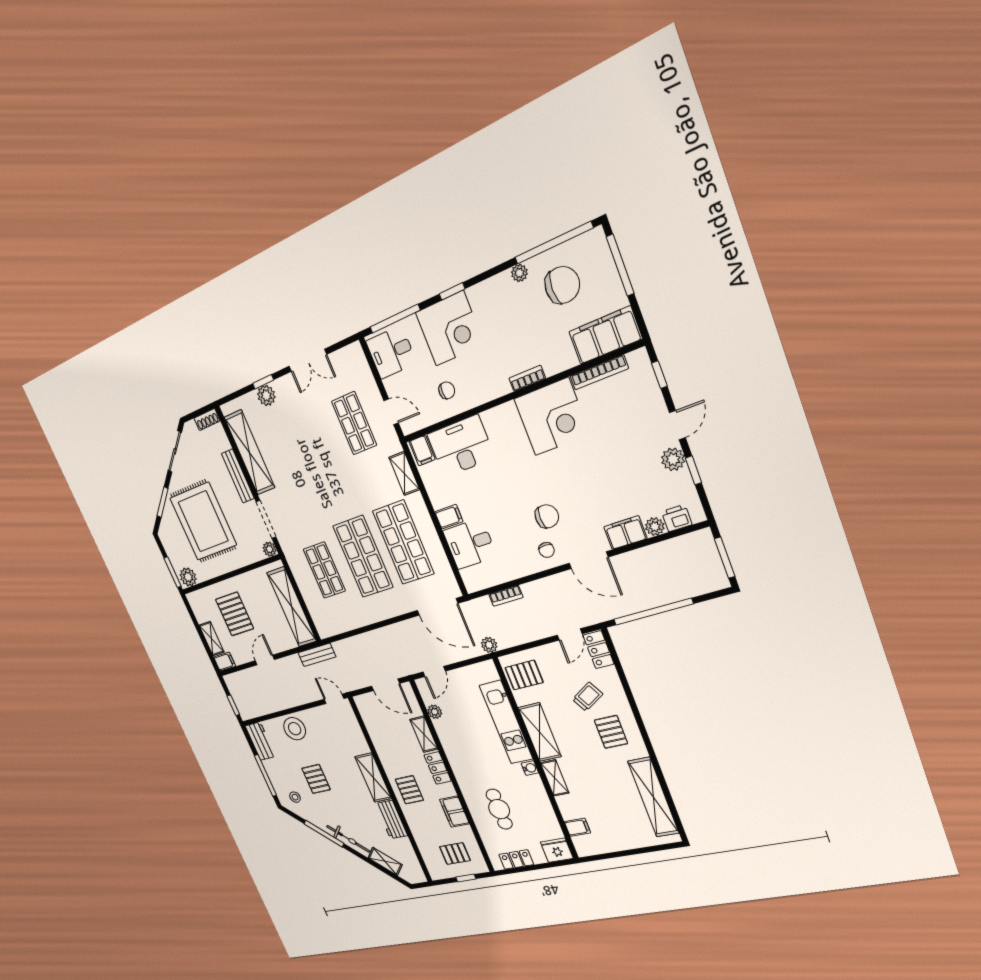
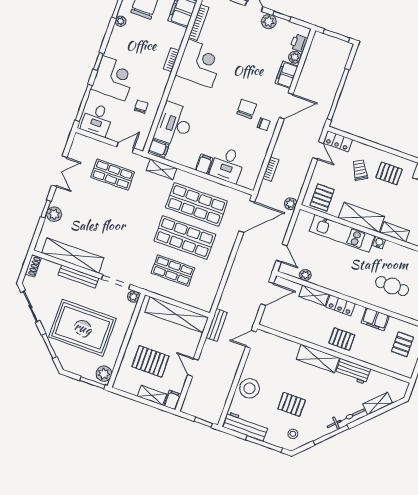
workbench: (260, 741) -> (245, 426), width x1.38

